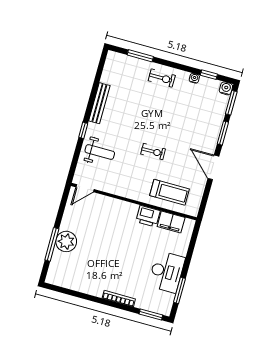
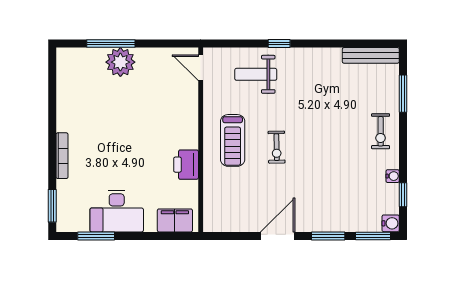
bench: (99, 103) -> (371, 55), moved
weight bench: (100, 152) -> (256, 74), turned 90
treadmill: (169, 192) -> (233, 140), moved
filing cabinet: (171, 222) -> (175, 220), moved, turned 90

